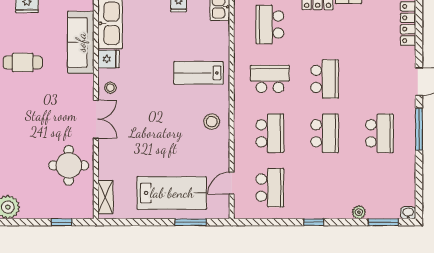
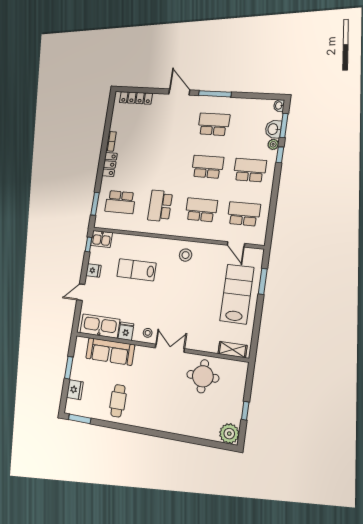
lab bench: (199, 73) -> (136, 270), moved, turned 90
school desk: (325, 79) -> (250, 170), moved
washbasin: (378, 210) -> (273, 129), added
window: (62, 222) -> (245, 411), moved
window: (314, 222) -> (280, 155), moved

